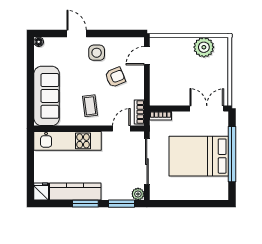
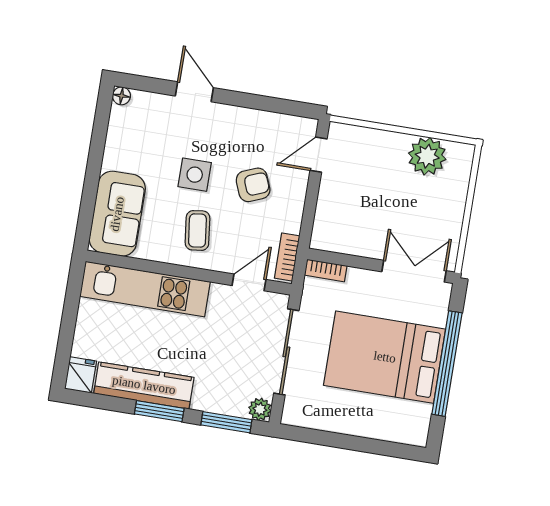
side table: (97, 53) -> (195, 175), moved
sofa: (47, 96) -> (117, 214), width x0.73

